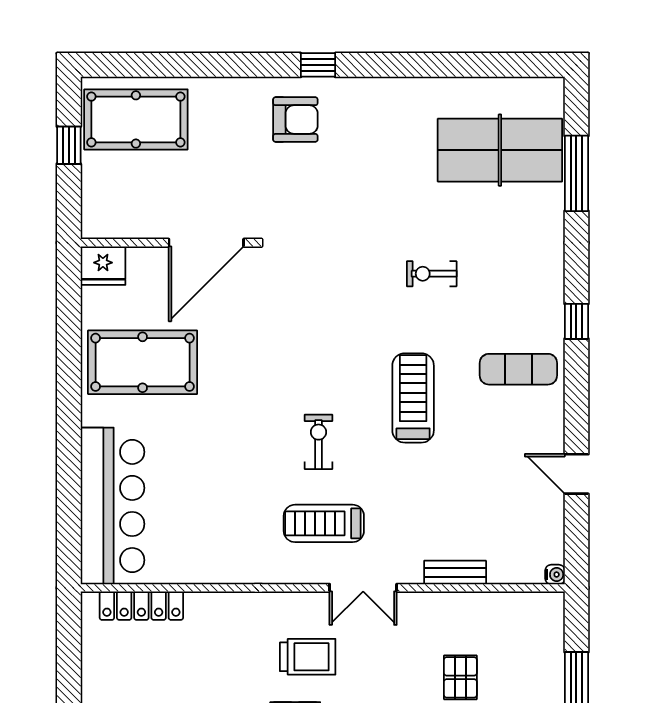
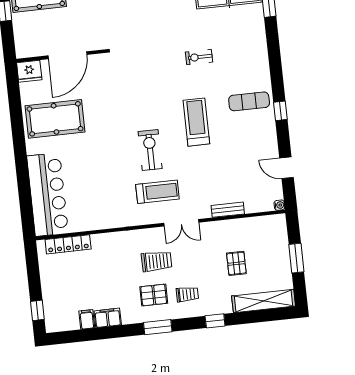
door: (206, 243) -> (67, 55), moved
window: (576, 321) -> (280, 111), moved
exercise bike: (318, 442) -> (150, 150), width x1.38, depth x1.39
door: (576, 474) -> (287, 168), moved
treadmill: (324, 523) -> (157, 192), turned 180

